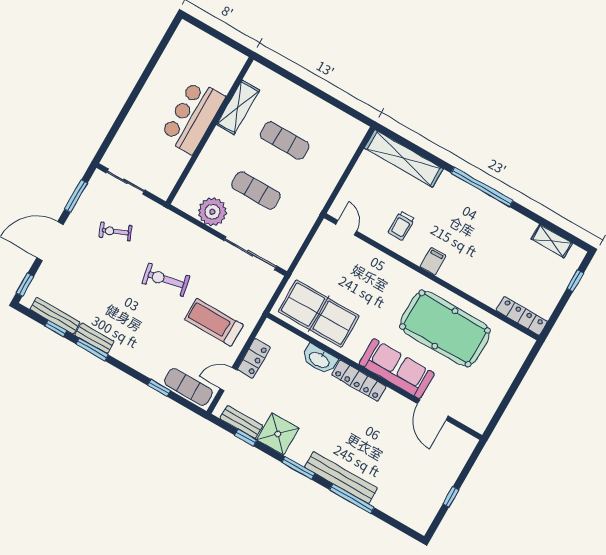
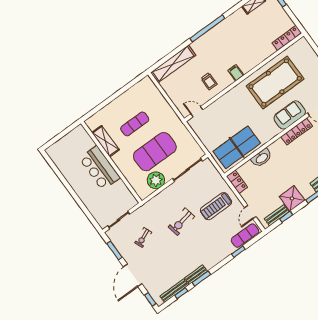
exercise mat: (256, 190) -> (155, 152), width x2.00, depth x1.45
locker: (254, 358) -> (237, 182), moved
sofa: (397, 369) -> (290, 115), width x0.73
locker: (359, 381) -> (297, 131), moved

